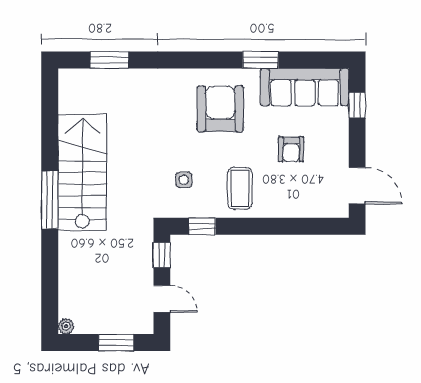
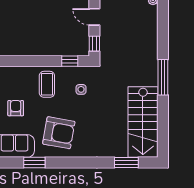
armchair: (220, 109) -> (59, 133), turned -80
stairs: (82, 172) -> (143, 122), moved

